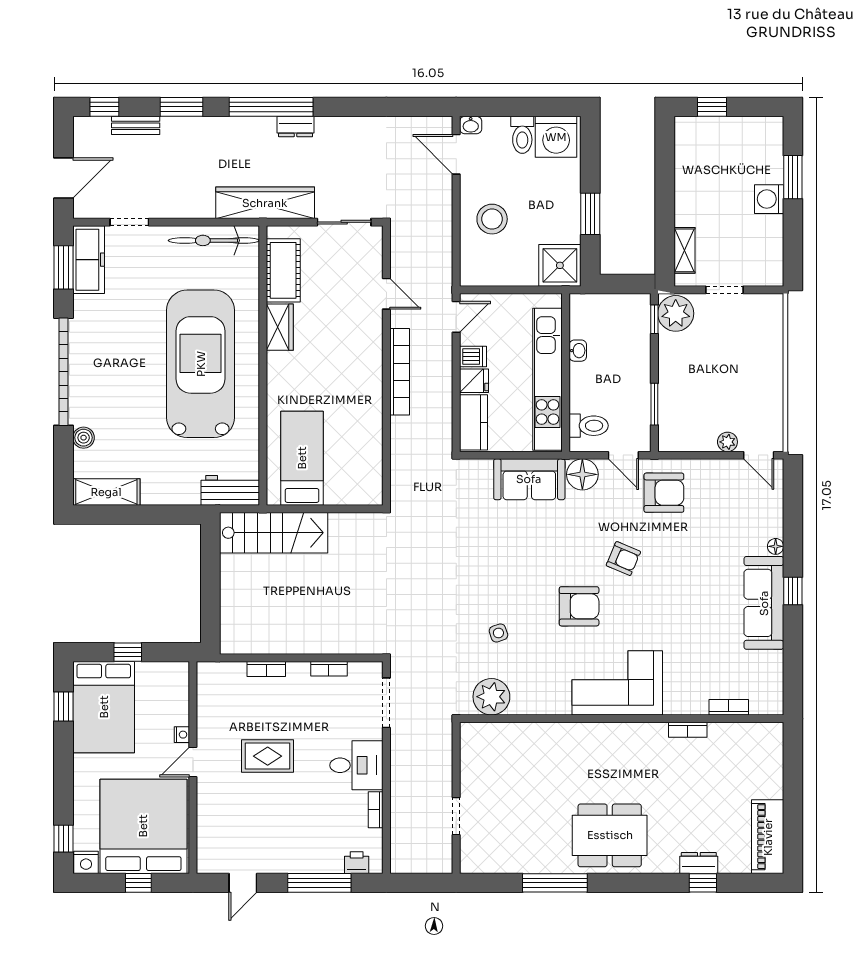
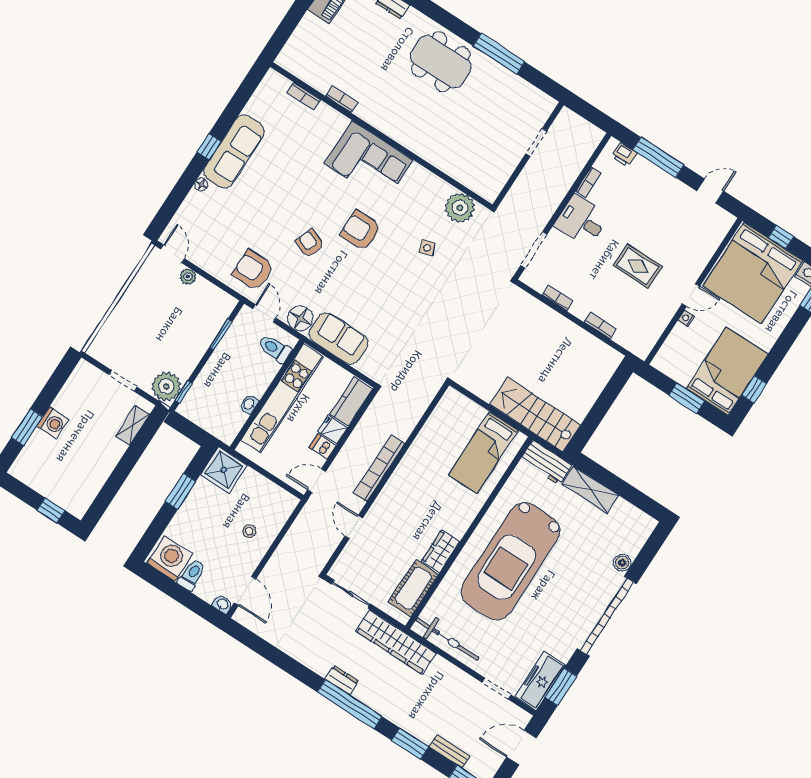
stool: (492, 219) -> (249, 531), width x0.53, depth x0.53
shelving: (106, 492) -> (590, 490), moved
window: (128, 652) -> (687, 398), width x1.50

